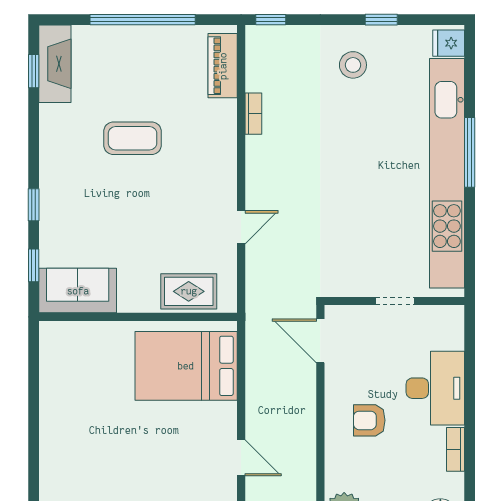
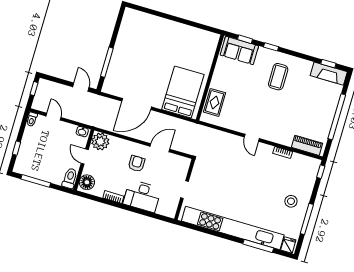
window: (381, 20) -> (307, 219), width x2.17
coffee table: (133, 138) -> (278, 77), moved
window: (470, 152) -> (258, 246), moved
door: (241, 227) -> (252, 138), moved
sofa: (78, 291) -> (239, 50), moved, turned 90
door: (320, 341) -> (160, 148), moved
door: (241, 458) -> (137, 104), width x1.87

